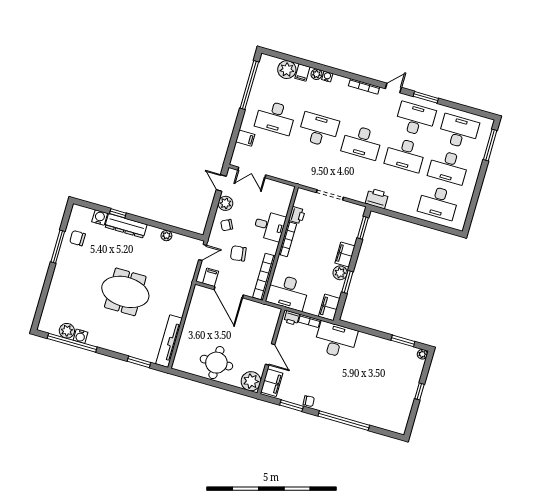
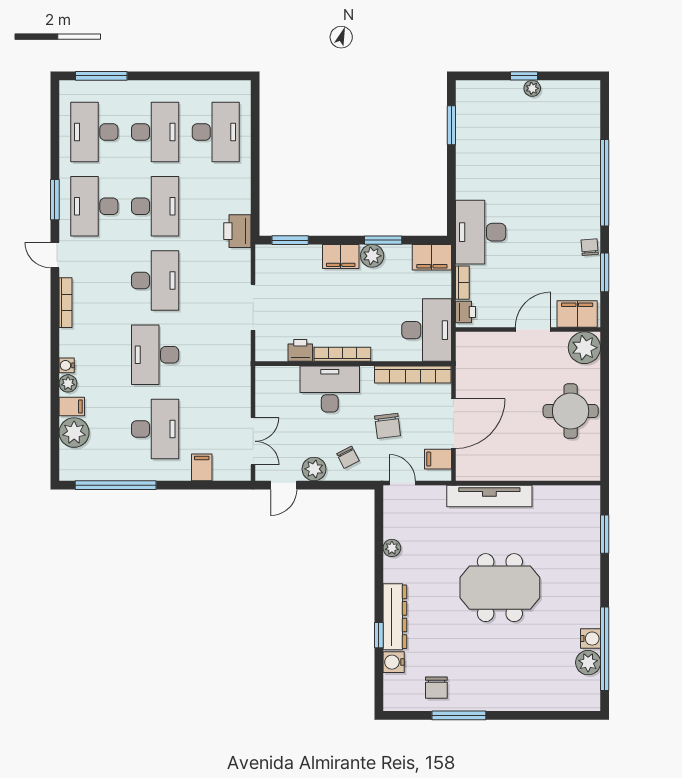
desk: (270, 226) -> (330, 389), width x1.37
meeting table: (125, 292) -> (500, 588), turned 90
tv unit: (169, 341) -> (489, 496), moved
plant: (422, 354) -> (532, 88), moved

